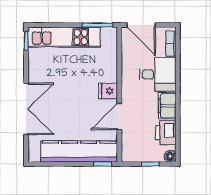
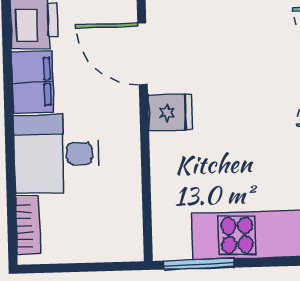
door: (141, 25) -> (98, 267), removed
door: (119, 117) -> (142, 54), swing flipped

